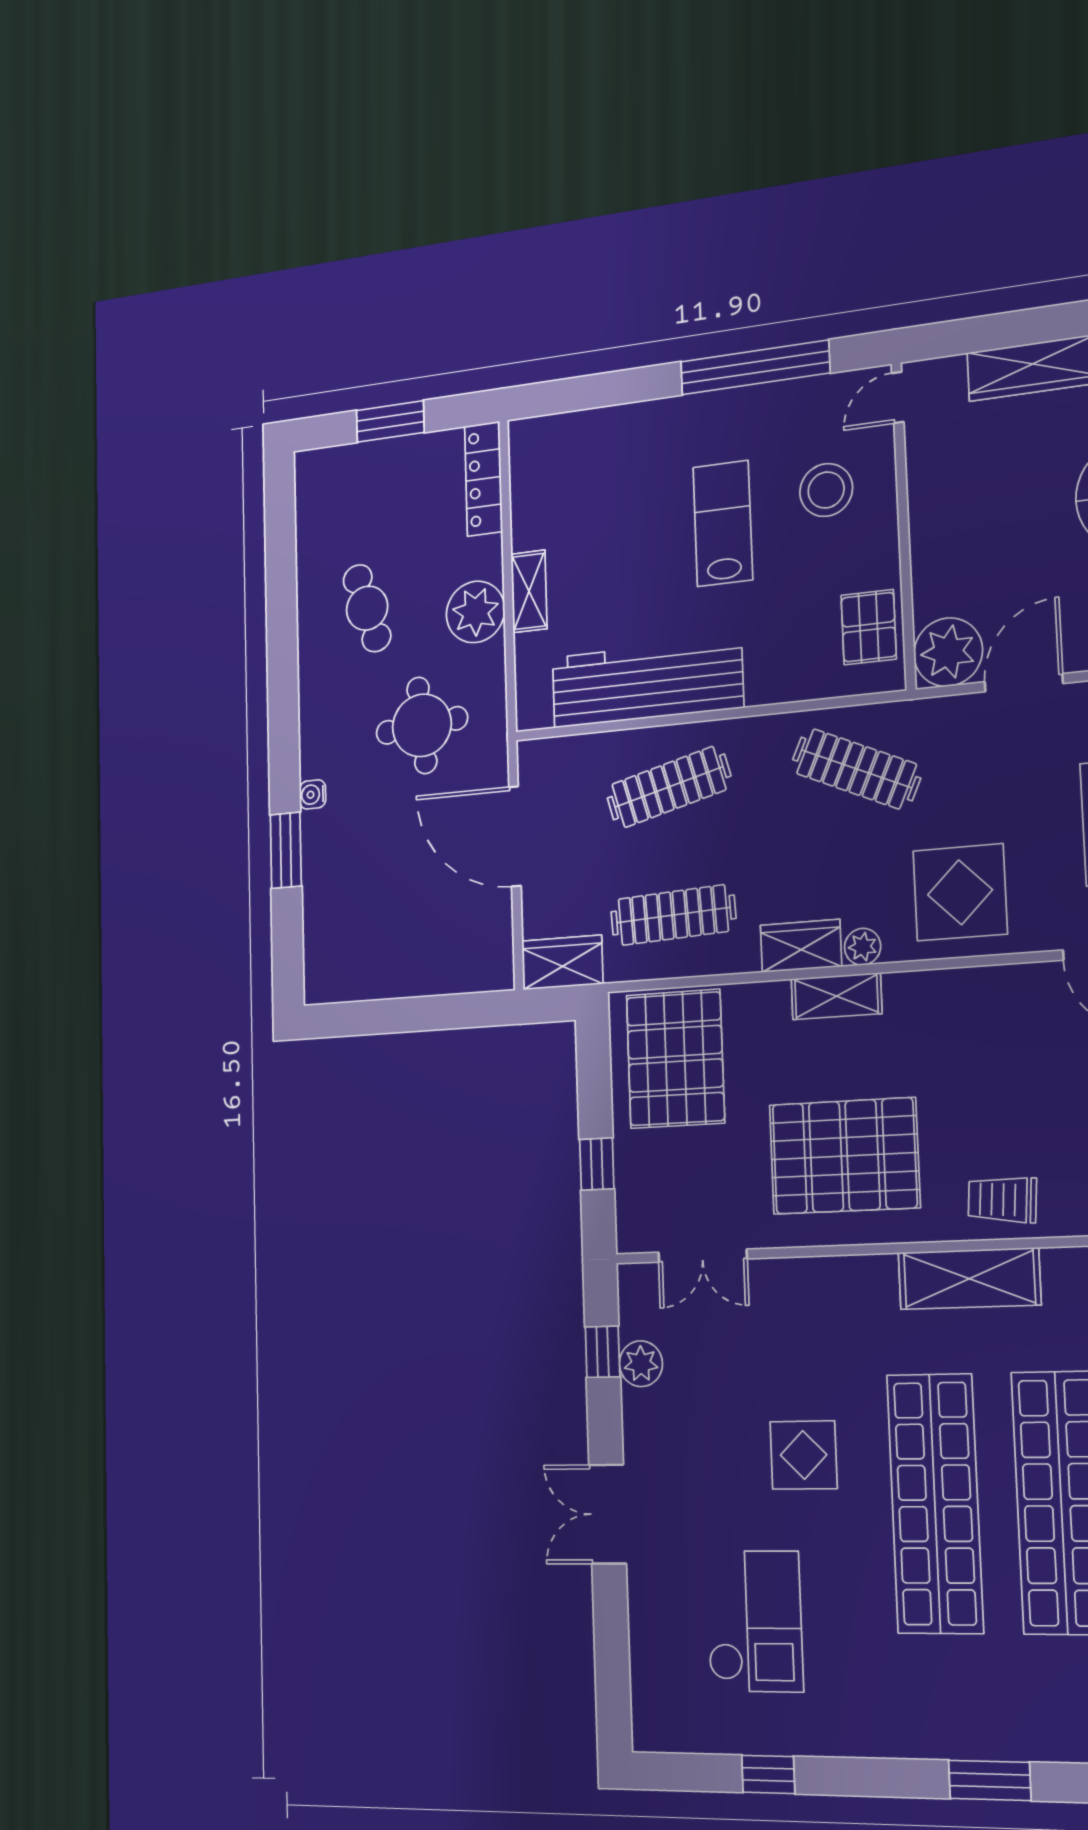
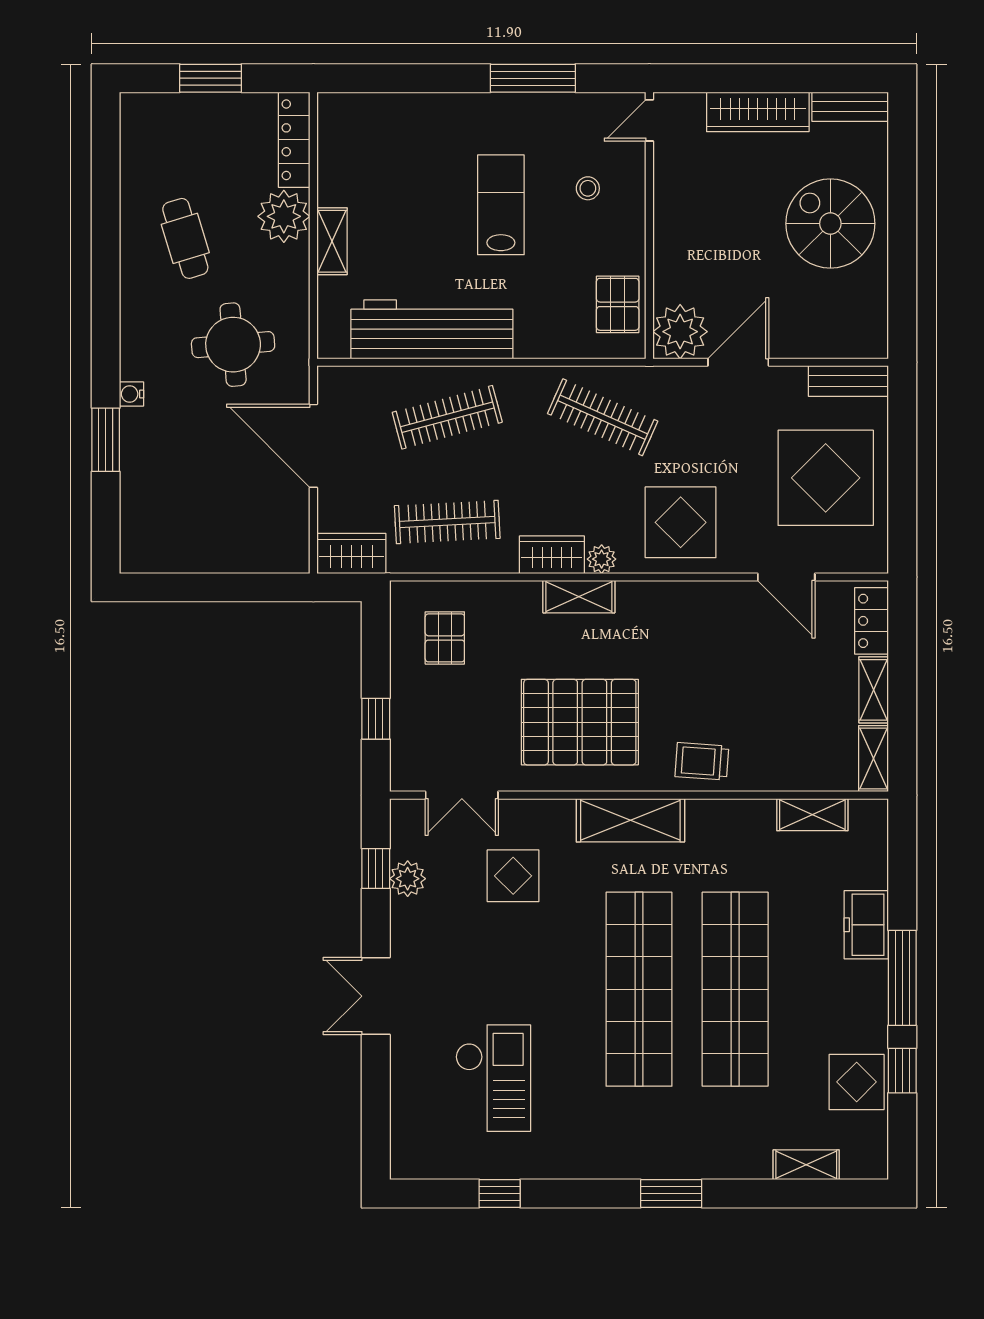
window: (755, 367) -> (533, 78), width x0.68
stool: (826, 490) -> (588, 188), width x0.53, depth x0.53
plant: (476, 612) -> (284, 216), moved
pallet: (675, 1059) -> (445, 638), width x0.49, depth x0.50
shelving: (969, 1279) -> (630, 820), moved
display table: (804, 1455) -> (513, 876), moved

